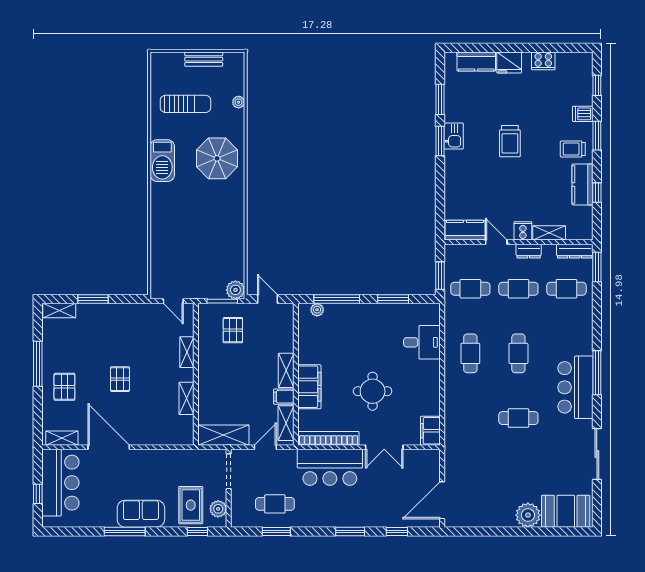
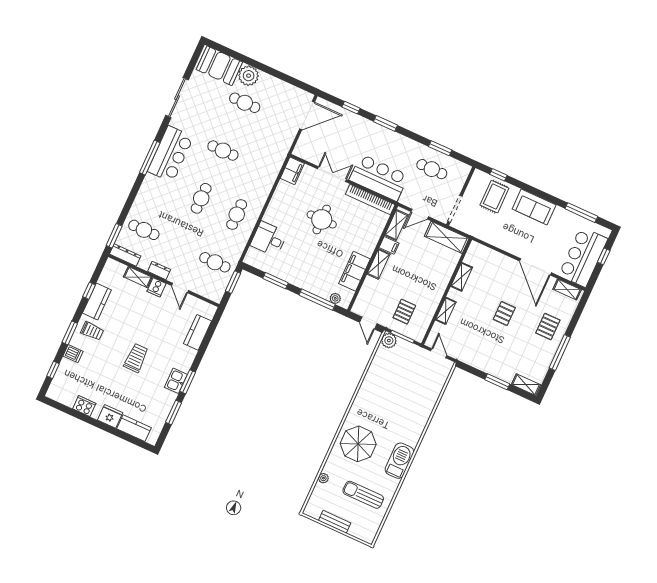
kitchen counter: (465, 230) -> (198, 332), moved, turned 90
cafe table: (518, 289) -> (245, 103), moved
filing cabinet: (309, 387) -> (354, 271), moved
plant: (218, 509) -> (475, 185), removed
window: (125, 531) -> (581, 213), moved

